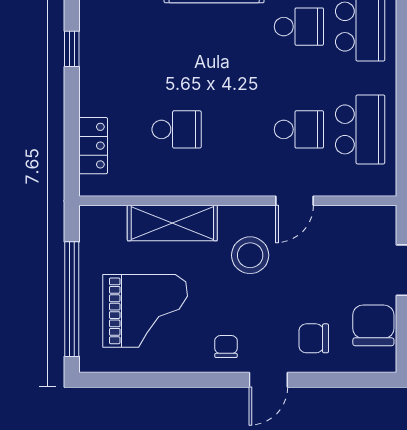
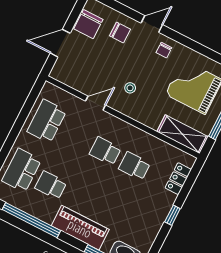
window: (72, 49) -> (172, 215), moved
school desk: (299, 129) -> (105, 151), moved
shelving: (172, 223) -> (183, 134), moved
stool: (250, 255) -> (130, 88), width x0.53, depth x0.53

